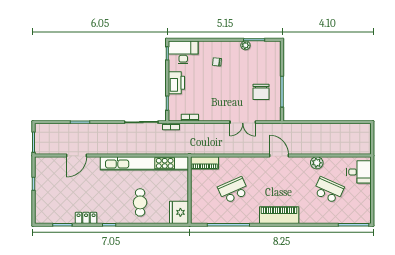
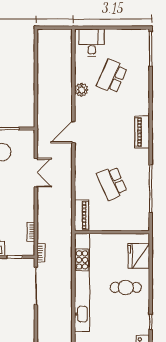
fridge: (179, 212) -> (139, 256), moved, turned 90
piano: (279, 215) -> (142, 132), width x0.73, depth x0.75

